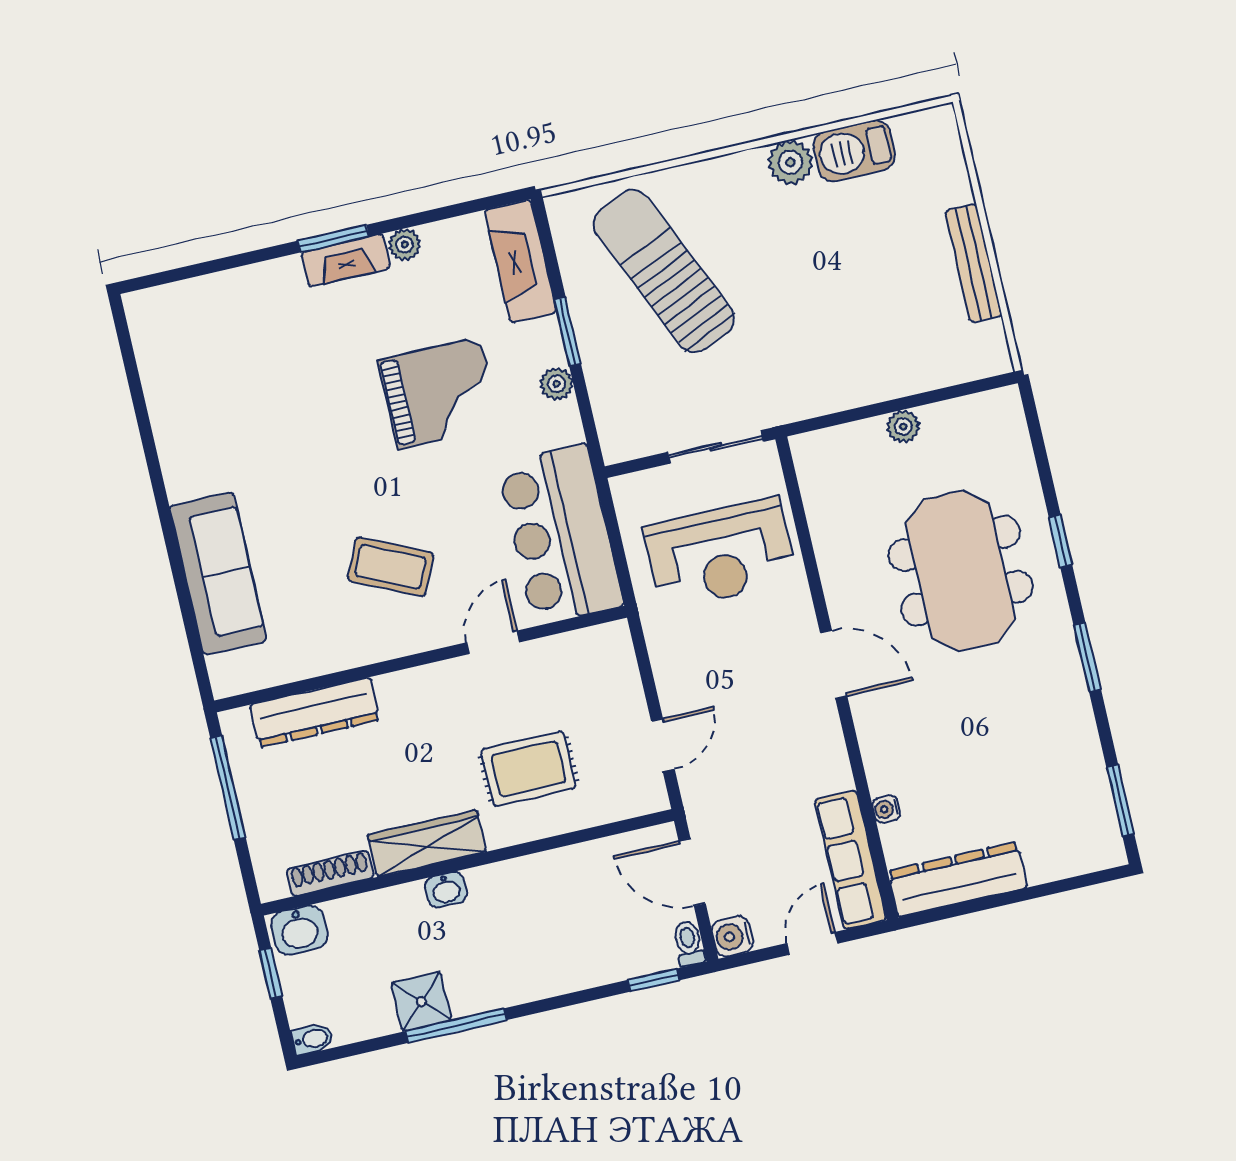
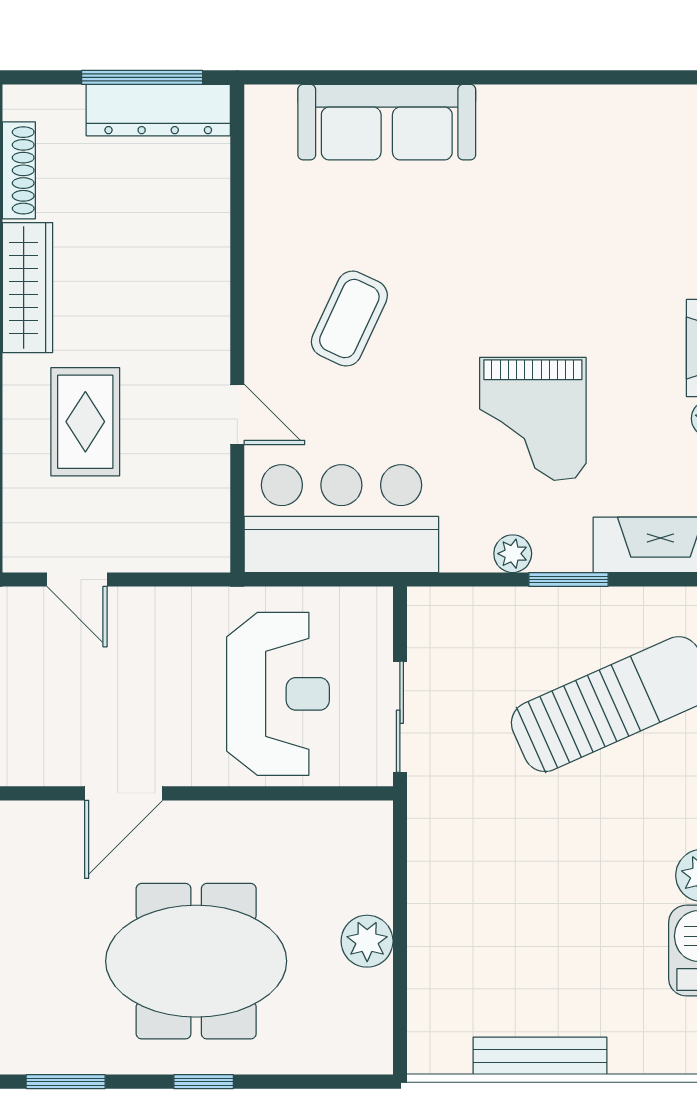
plant: (903, 426) -> (367, 941), width x1.38, depth x1.38
reception desk: (720, 554) -> (278, 694), turned 180
dresser: (315, 712) -> (158, 110), moved, turned -90

